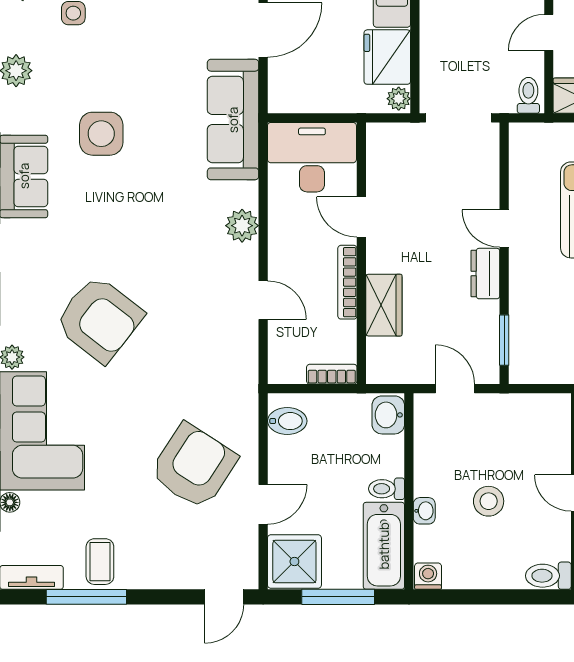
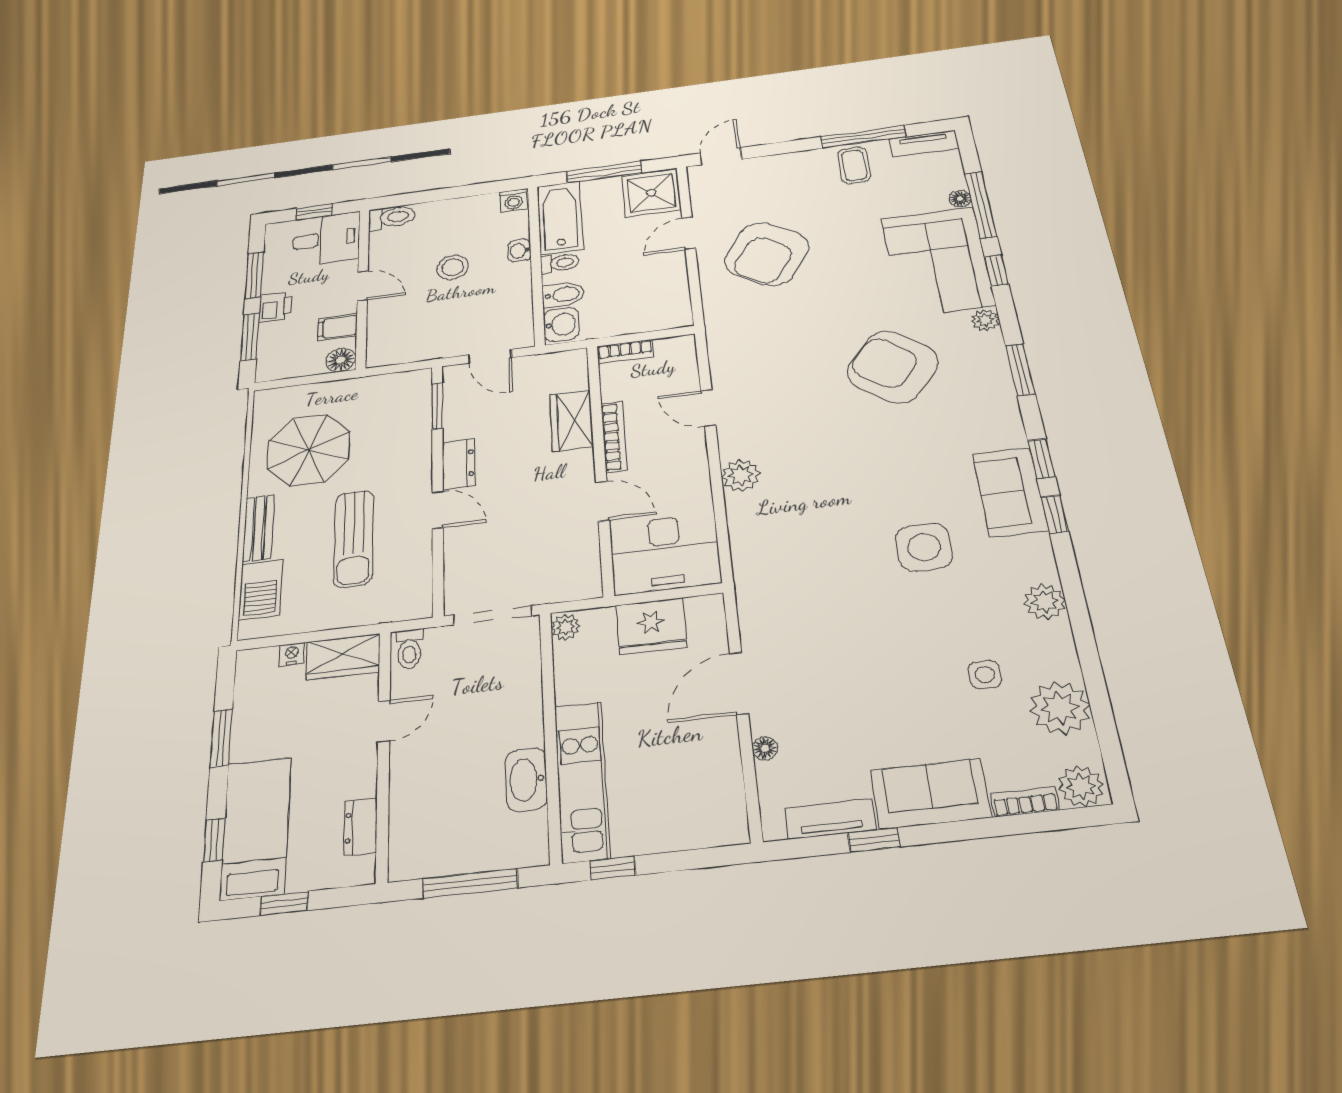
fridge: (387, 57) -> (651, 626), moved, turned 90
sofa: (233, 120) -> (765, 581), removed
bidet: (287, 421) -> (563, 295), moved, turned 180

